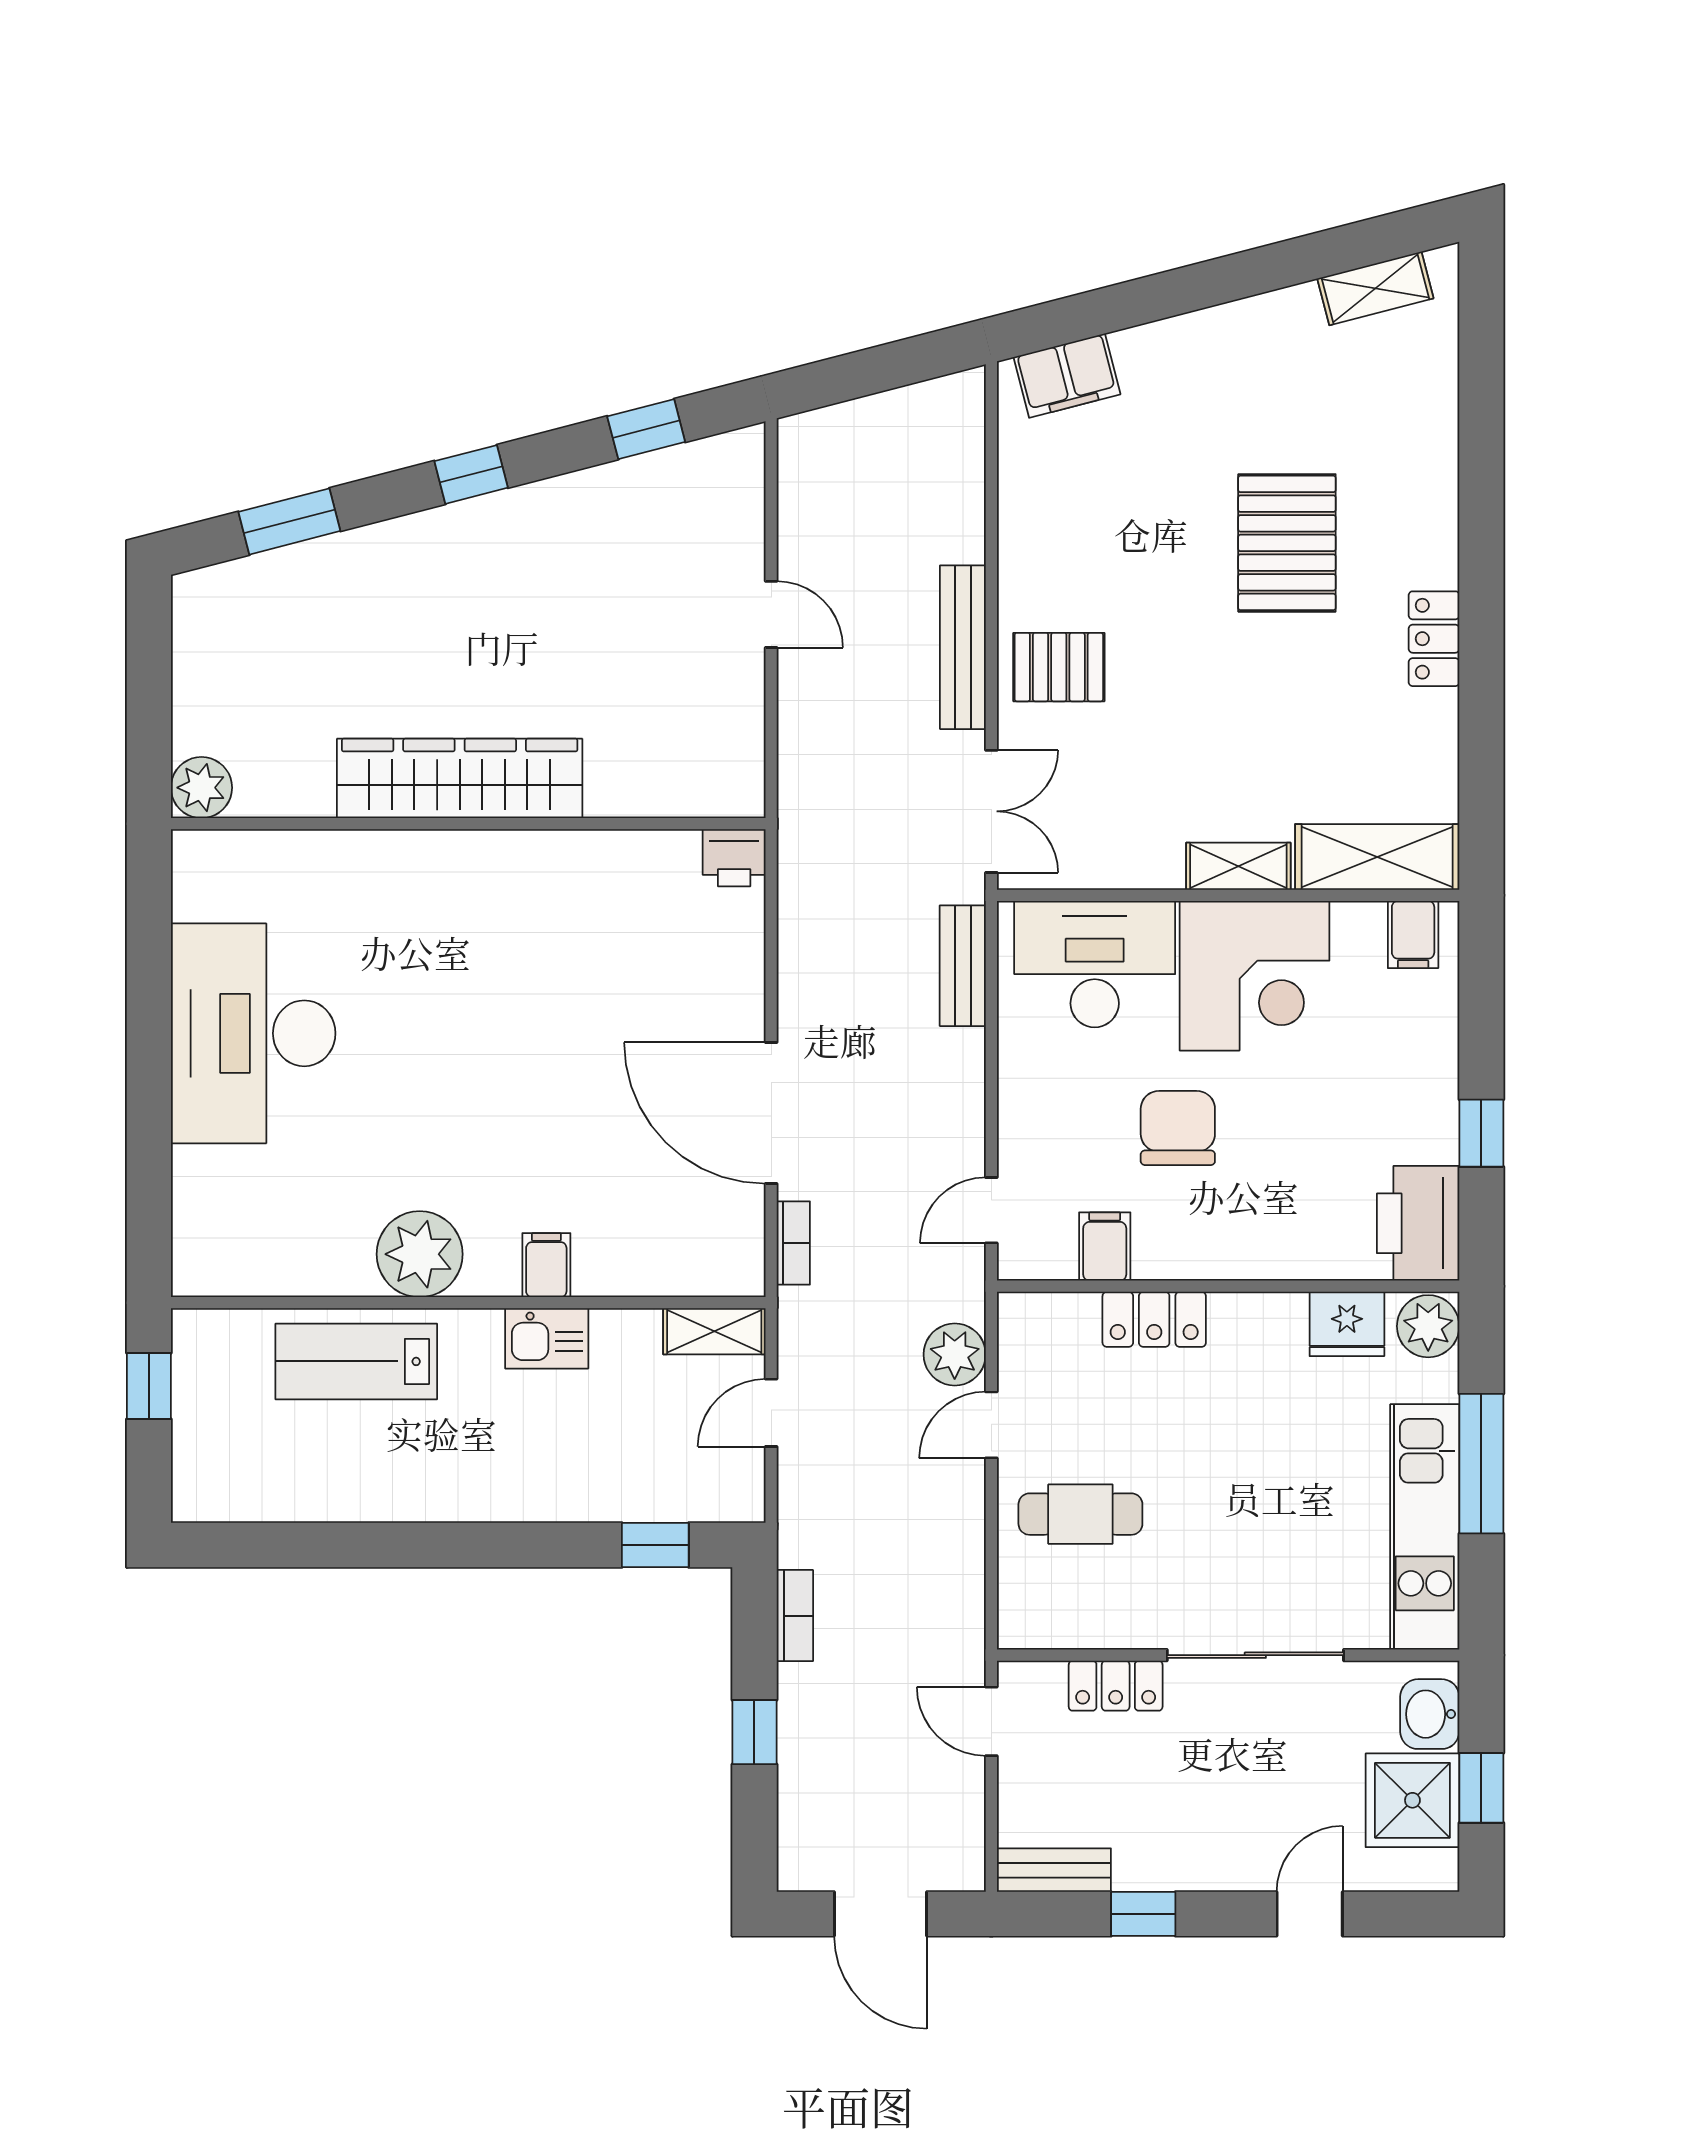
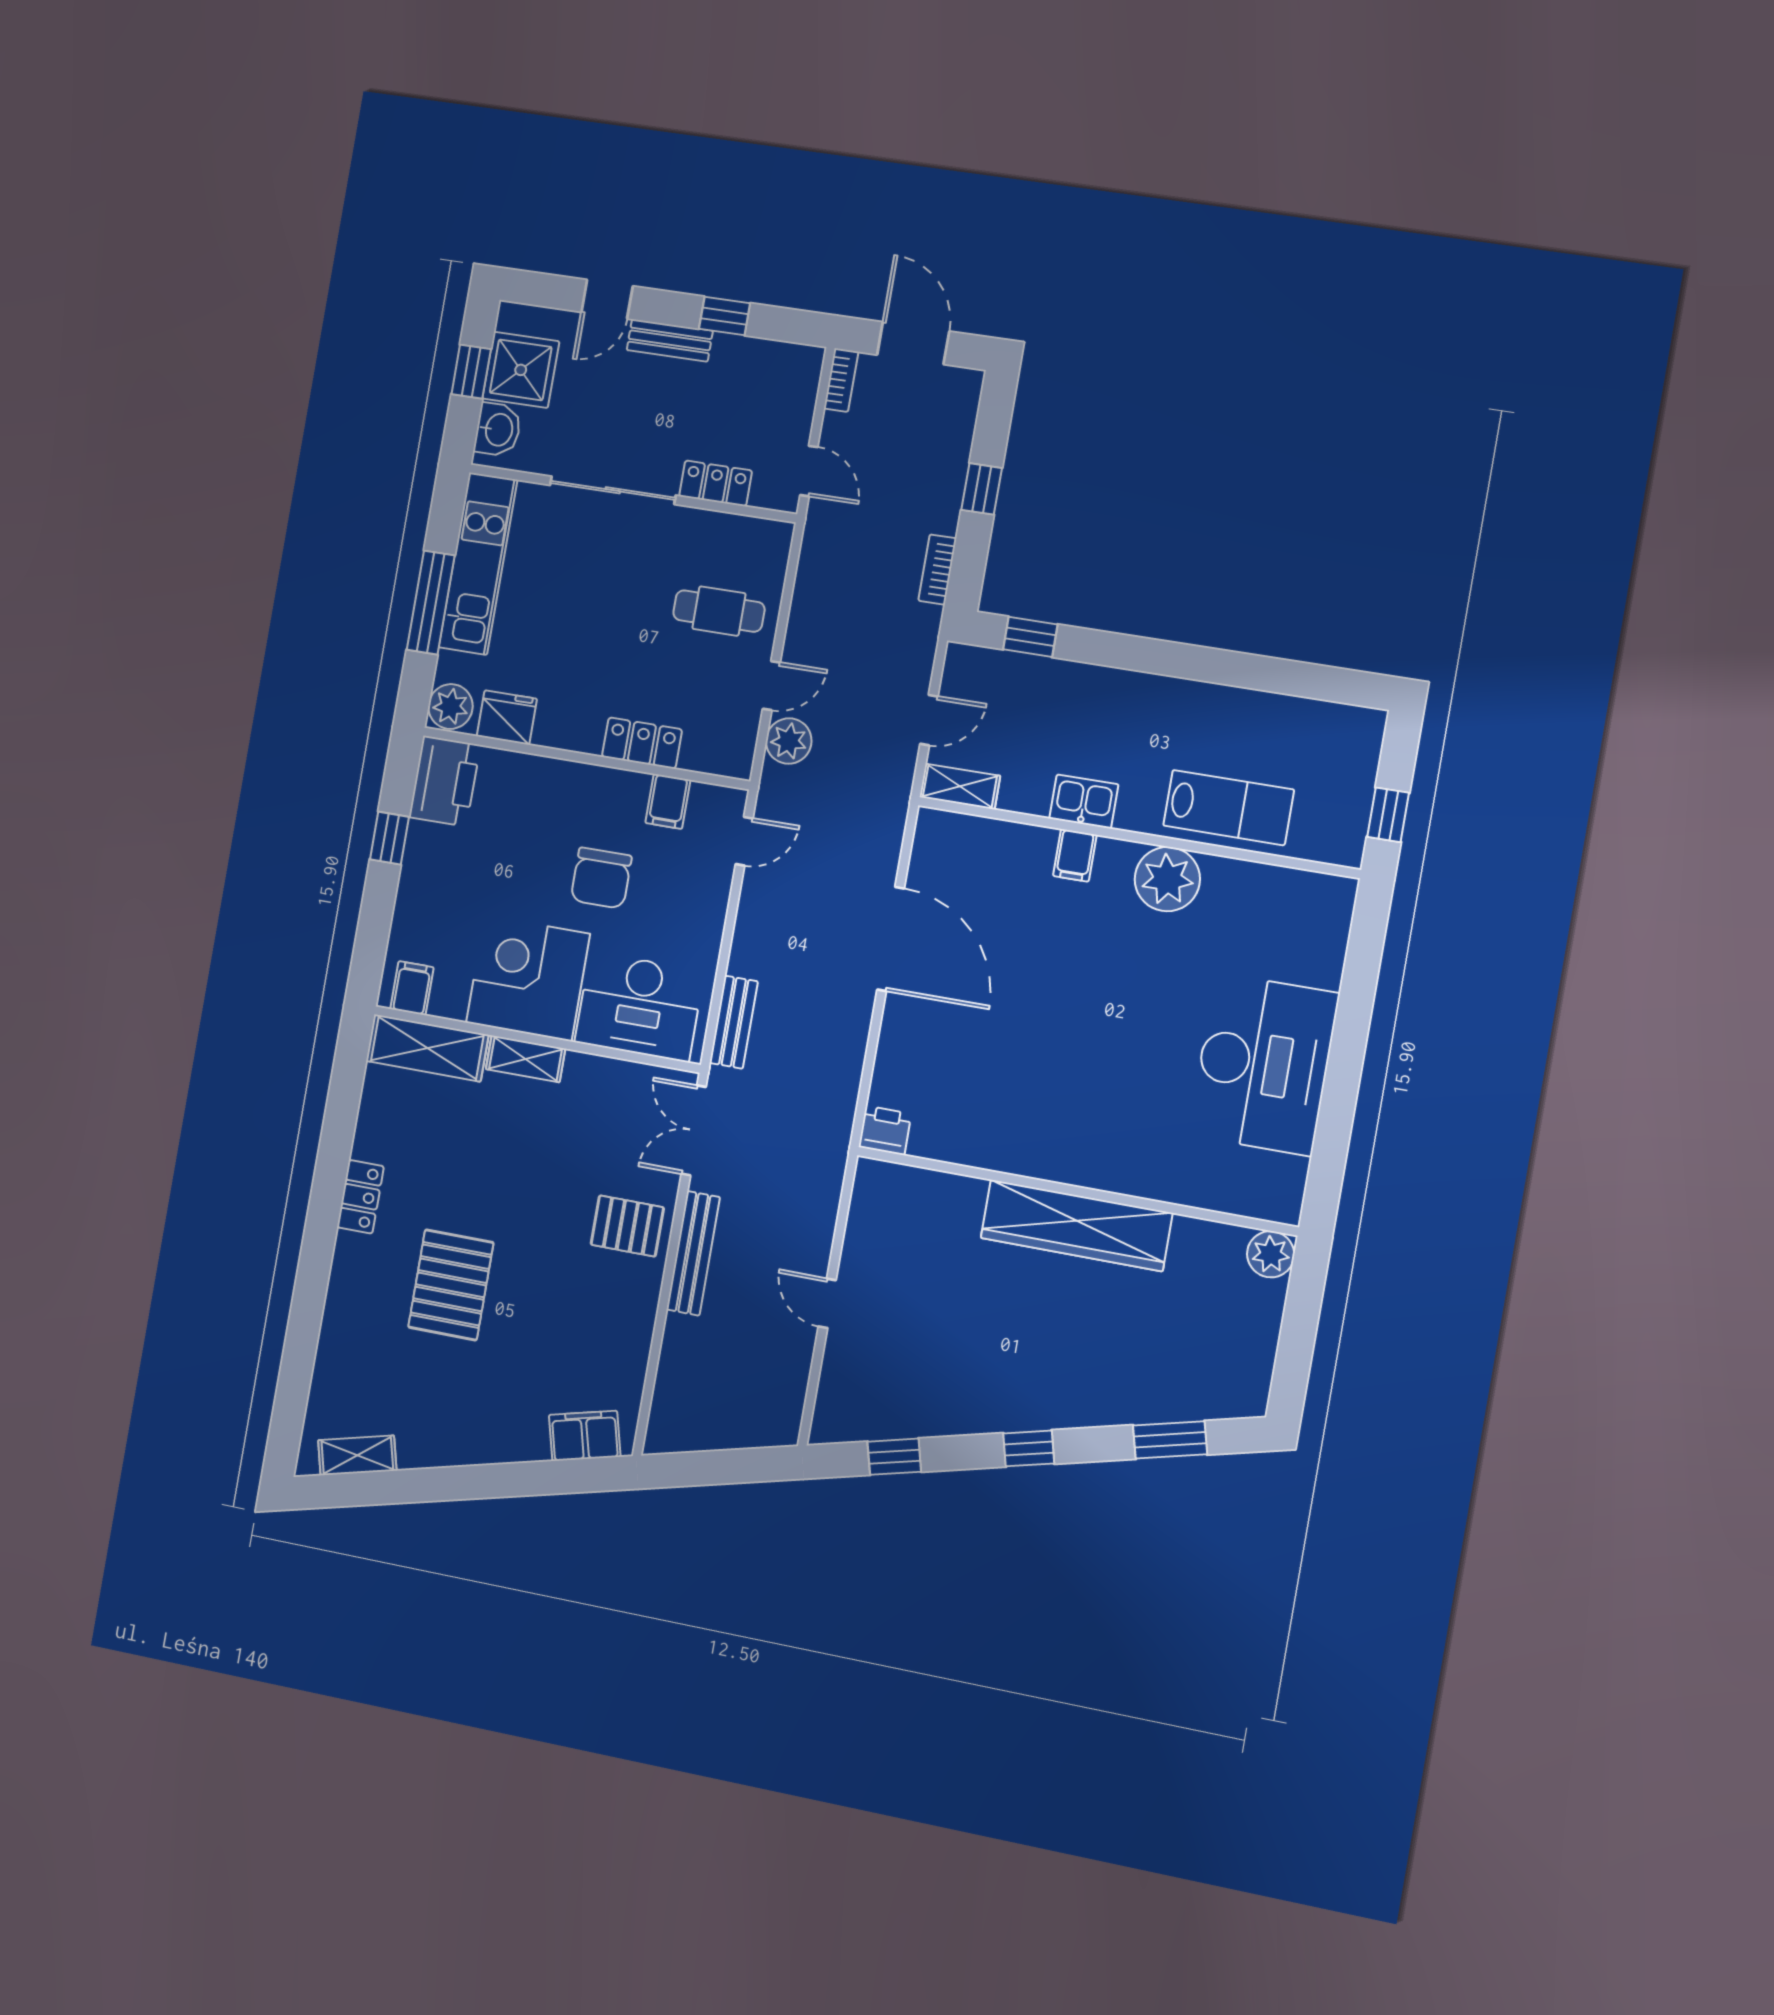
bookcase: (793, 1243) -> (841, 380), moved, turned 180
bench: (1054, 1870) -> (670, 340), moved

